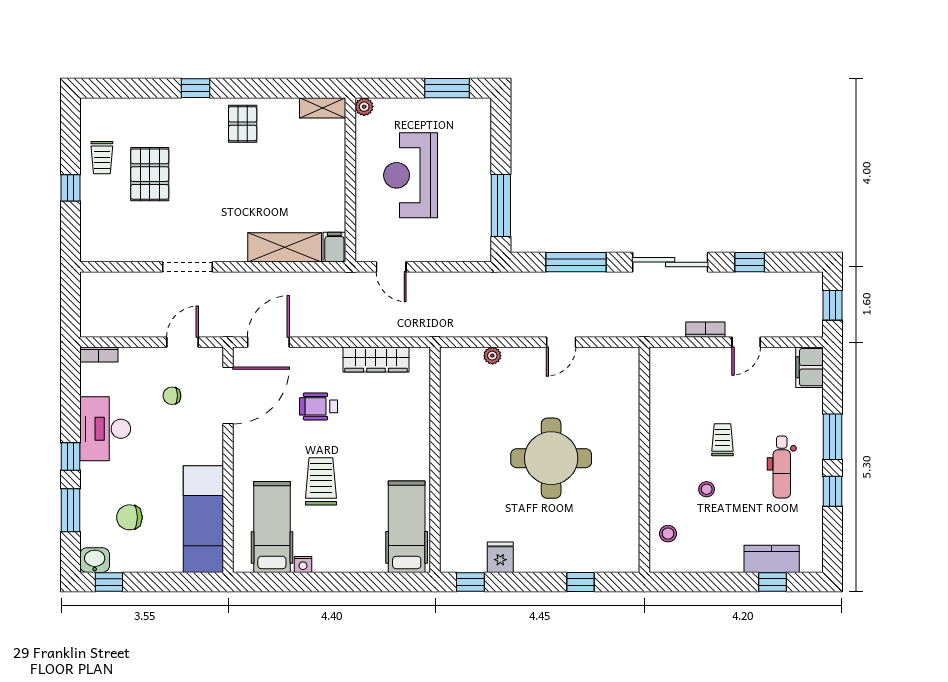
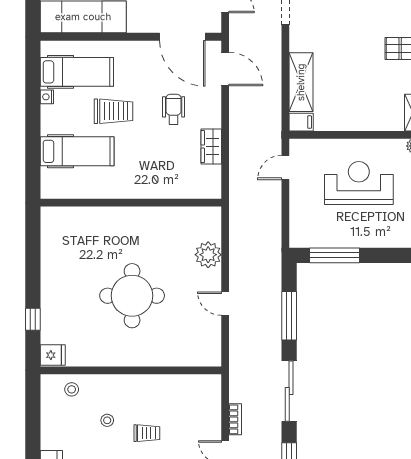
plant: (492, 356) -> (208, 255), width x1.87, depth x1.87
wardrobe: (376, 359) -> (211, 147), width x0.67
hospital bed: (407, 527) -> (77, 151), moved
fridge: (500, 557) -> (53, 355), moved
window: (470, 582) -> (33, 231), removed

